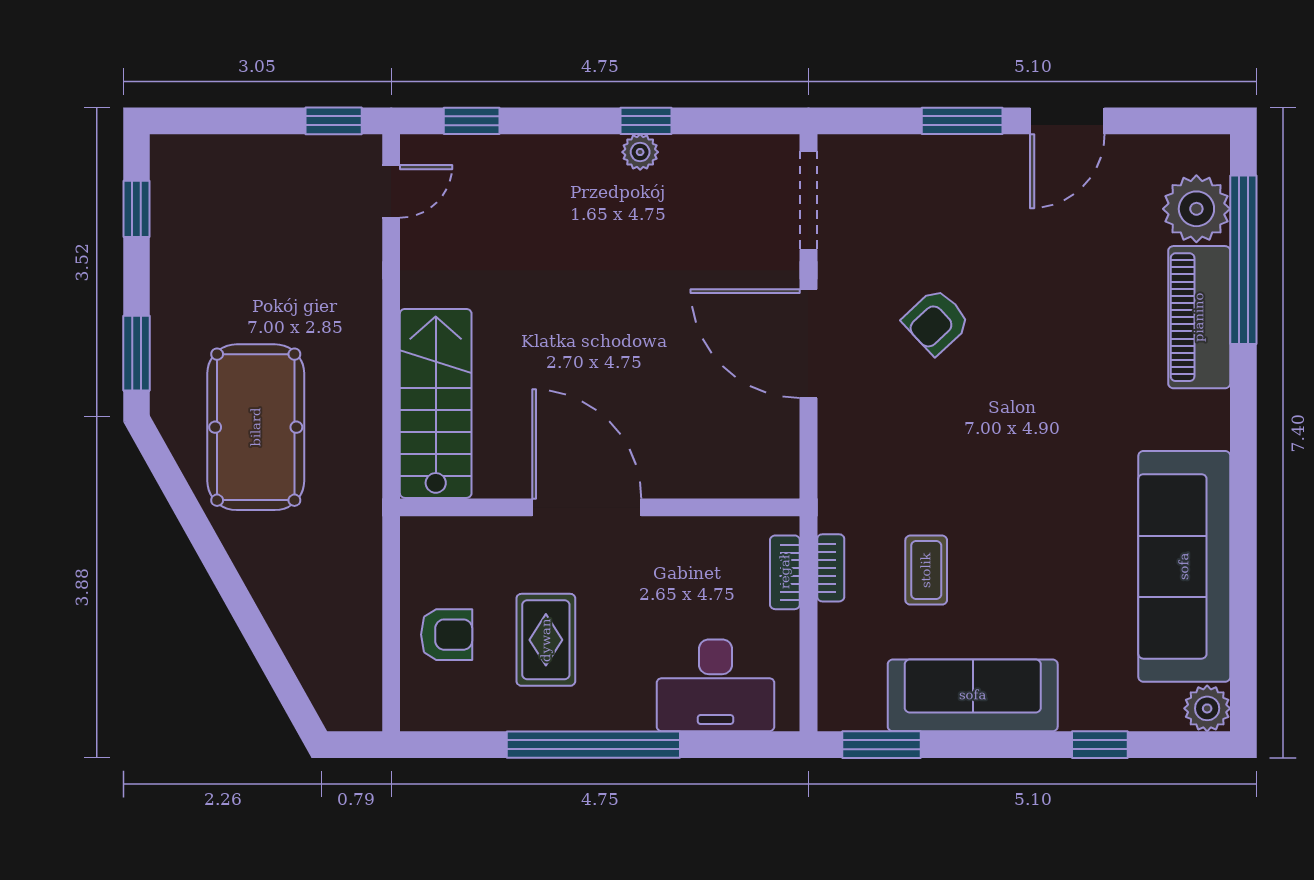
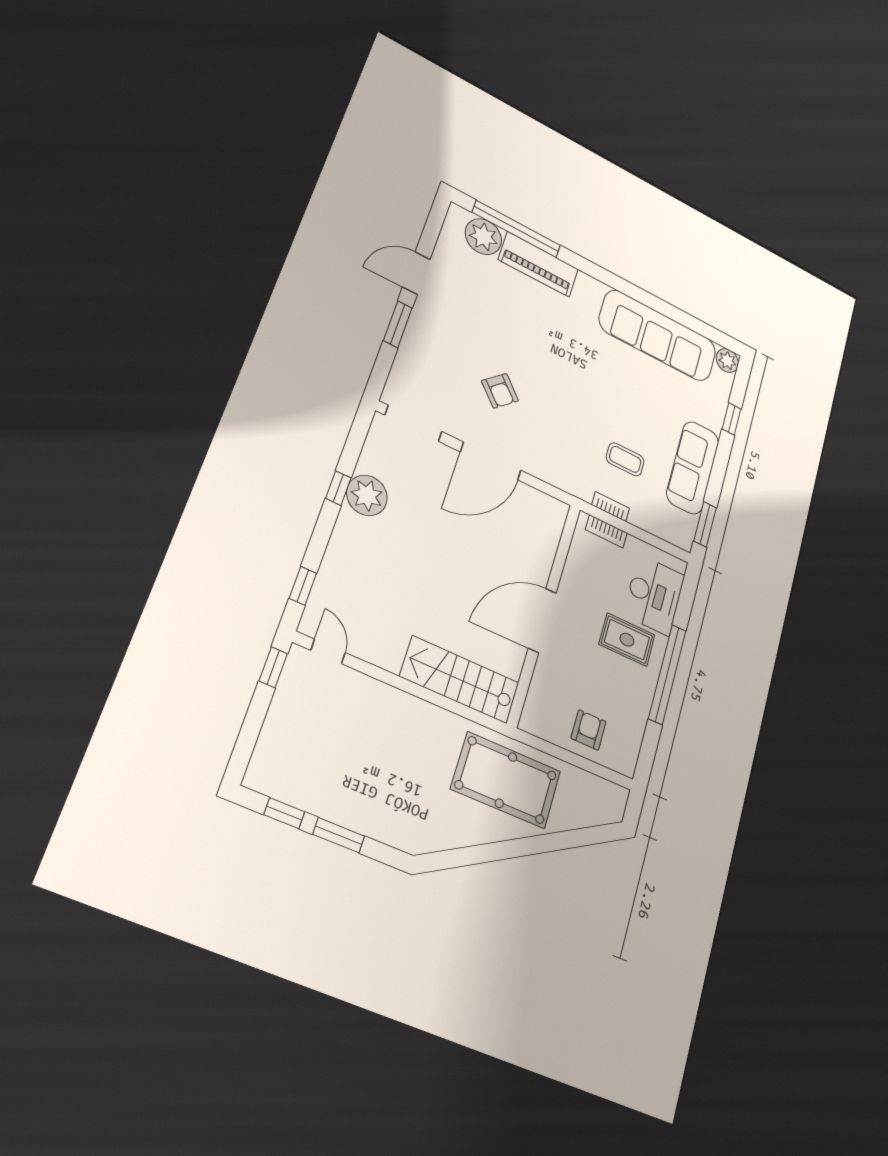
door: (1067, 121) -> (416, 273), swing flipped
plant: (640, 152) -> (367, 495), width x1.87, depth x1.87
window: (136, 353) -> (339, 835), moved
pool table: (256, 427) -> (506, 780), moved
rug: (546, 640) -> (627, 640), moved

